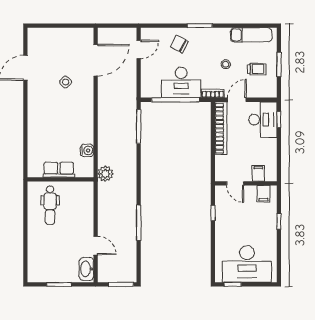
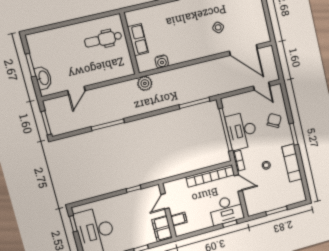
exam couch: (251, 35) -> (292, 163), moved
trolley: (257, 69) -> (268, 193), removed
filing cabinet: (264, 194) -> (162, 229), width x2.00
washbasin: (86, 269) -> (43, 78), moved, turned 90

